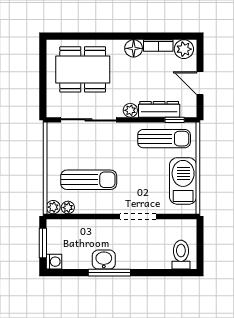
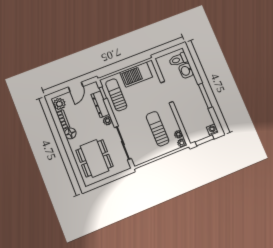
washbasin: (104, 260) -> (186, 71), moved

